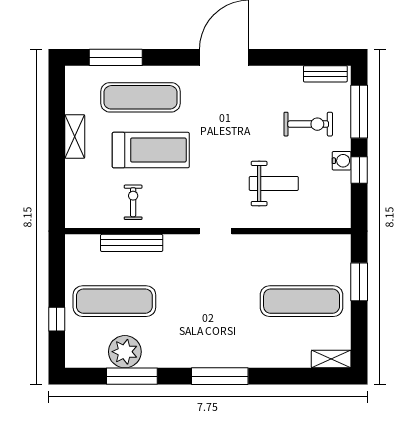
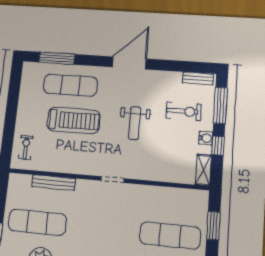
shelving: (75, 136) -> (203, 170), moved
weight bench: (274, 183) -> (134, 123), moved, turned 90
exercise bike: (133, 202) -> (26, 147), moved

